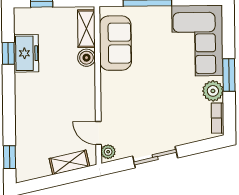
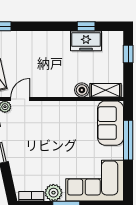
sofa: (115, 43) -> (111, 123), moved, turned 90

